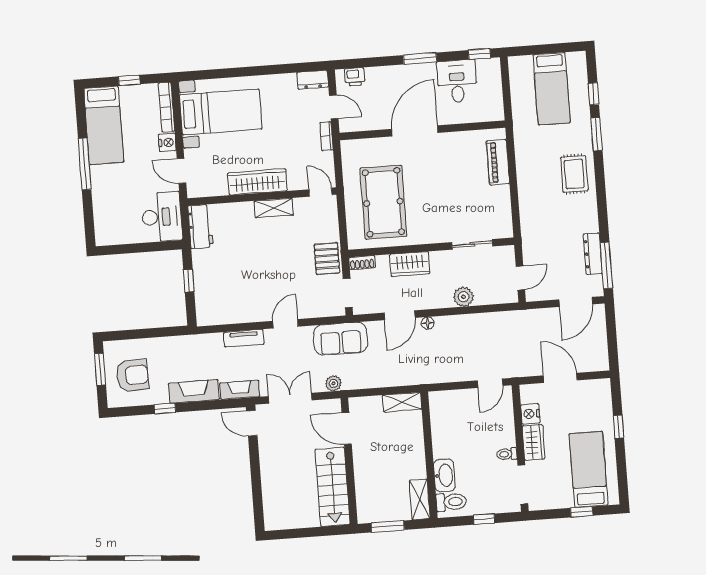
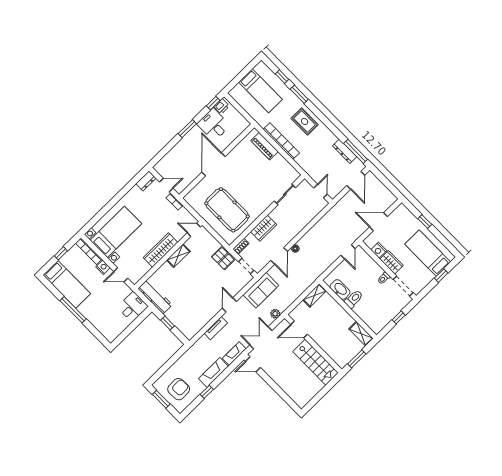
printer: (355, 77) -> (222, 106), moved
bookcase: (524, 174) -> (281, 141), added
desk: (162, 217) -> (133, 307), width x0.73
workbench: (200, 226) -> (155, 297), width x1.38
plant: (464, 297) -> (301, 222), removed
washbasin: (444, 475) -> (340, 289), moved
toilet: (451, 502) -> (354, 299), moved

